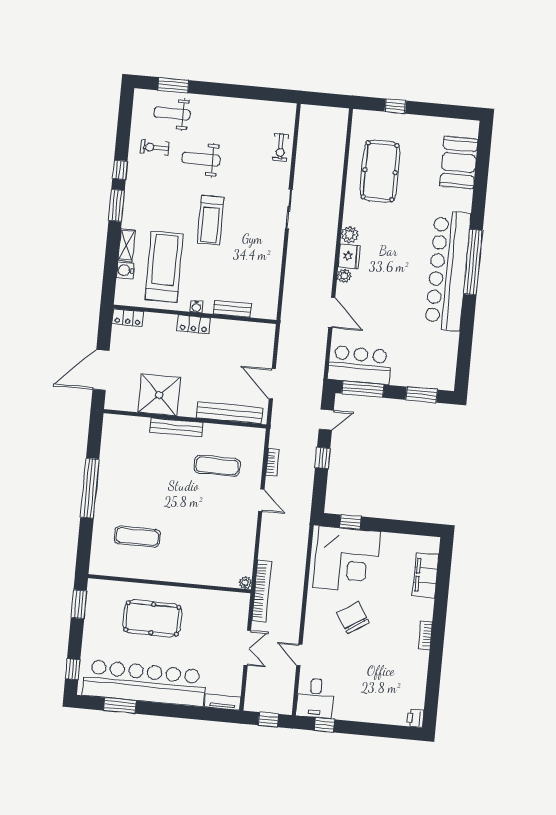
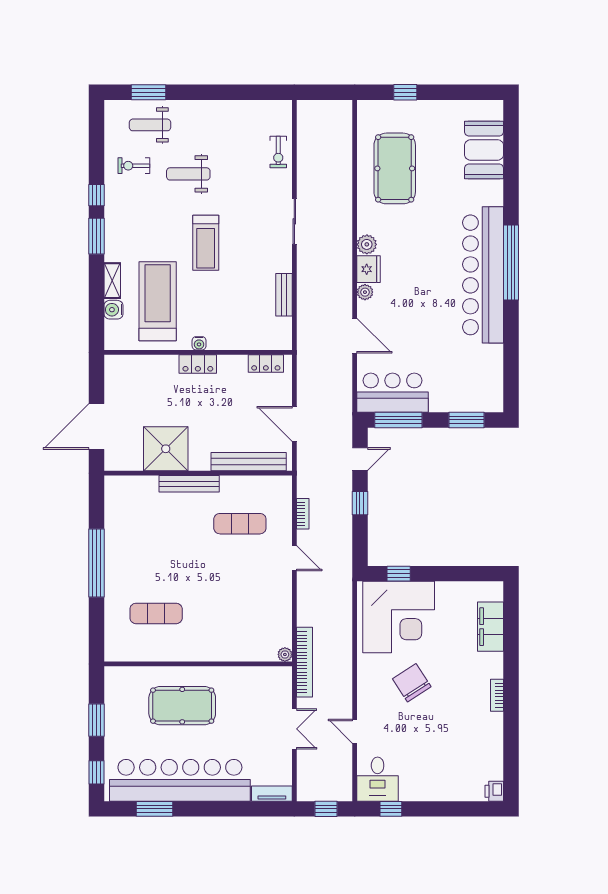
bench: (232, 309) -> (284, 295), moved, turned 90
locker: (128, 318) -> (266, 363), moved
window: (79, 604) -> (96, 720), moved

